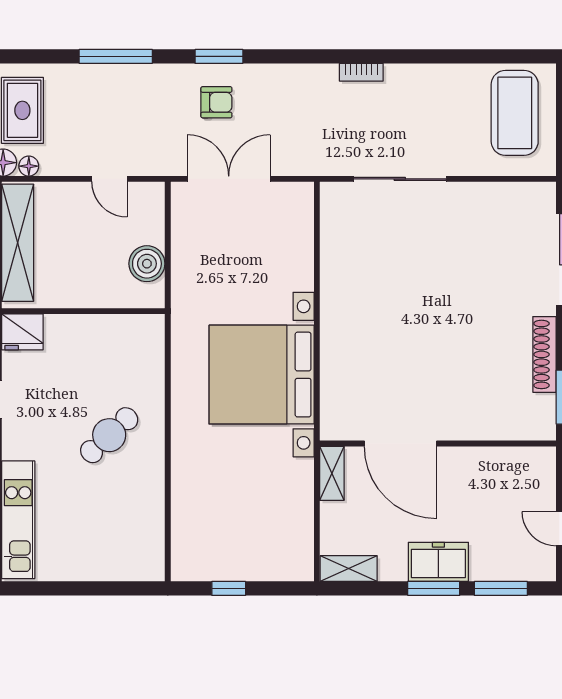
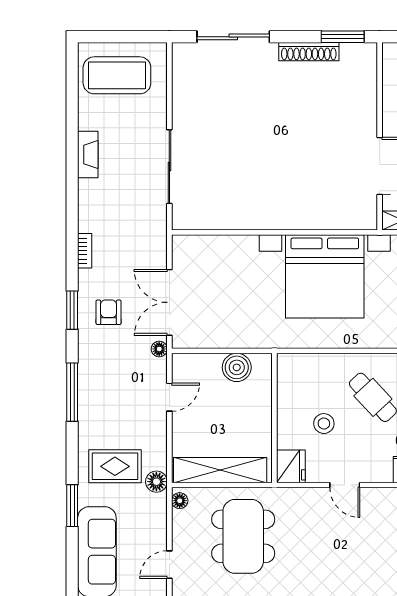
bookcase: (361, 72) -> (85, 251), moved
fireplace: (415, 76) -> (88, 155), added
floor lamp: (29, 166) -> (159, 349), moved
stool: (76, 373) -> (324, 424), added

